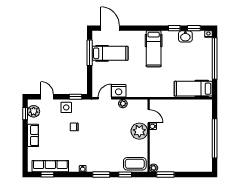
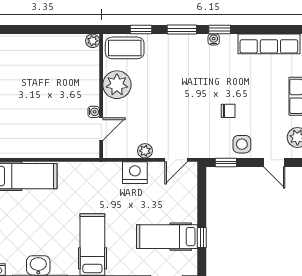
window: (90, 53) -> (202, 238), width x0.46
nightstand: (119, 91) -> (135, 173), moved
door: (149, 116) -> (101, 129), swing flipped
plant: (139, 131) -> (117, 85), moved
window: (47, 175) -> (220, 30), moved
window: (165, 175) -> (72, 30), removed

